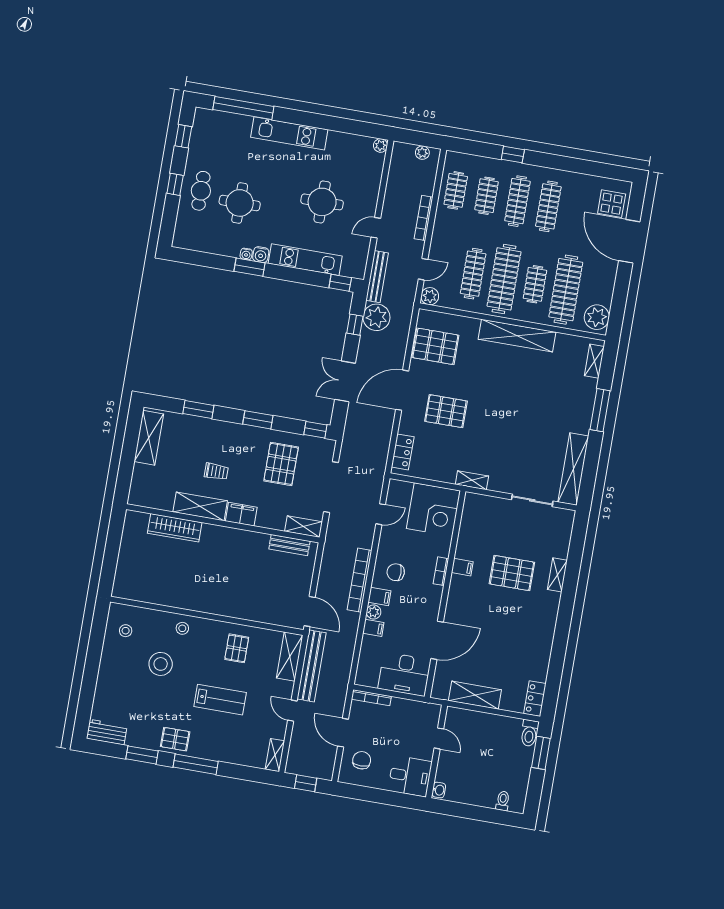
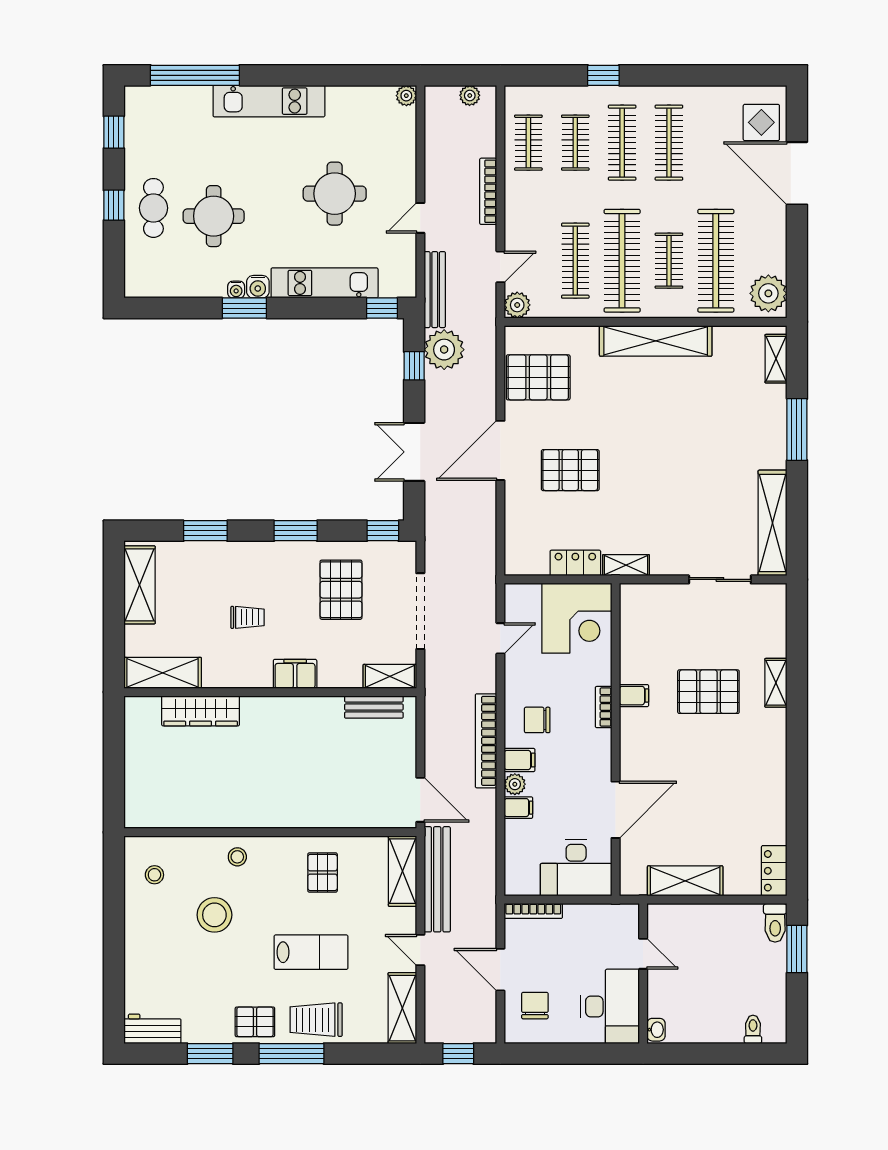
locker: (403, 452) -> (575, 563), moved, turned -90
shelving: (200, 506) -> (163, 673), moved
trolley: (216, 745) -> (316, 1020), added
shelving: (275, 755) -> (402, 1008), width x1.50, depth x1.33
desk: (410, 776) -> (610, 1006), width x1.37

